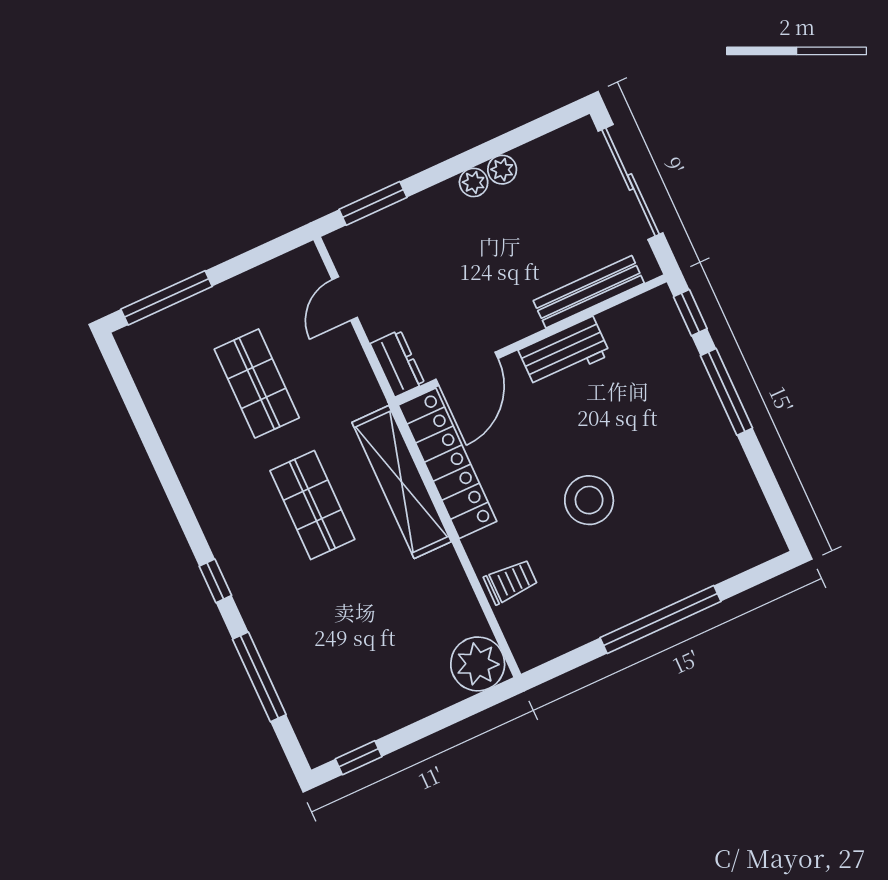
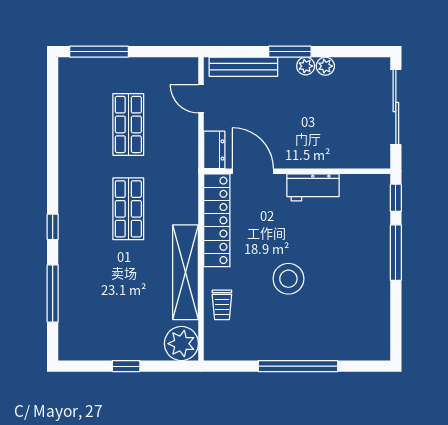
window: (373, 203) -> (290, 52), moved
bench: (589, 292) -> (243, 67), moved
door: (345, 299) -> (201, 99), hinge flipped
door: (467, 369) -> (253, 171), swing flipped
shelving: (402, 482) -> (186, 272), moved
trolley: (511, 582) -> (222, 305), turned 90
window: (359, 758) -> (126, 366), moved

